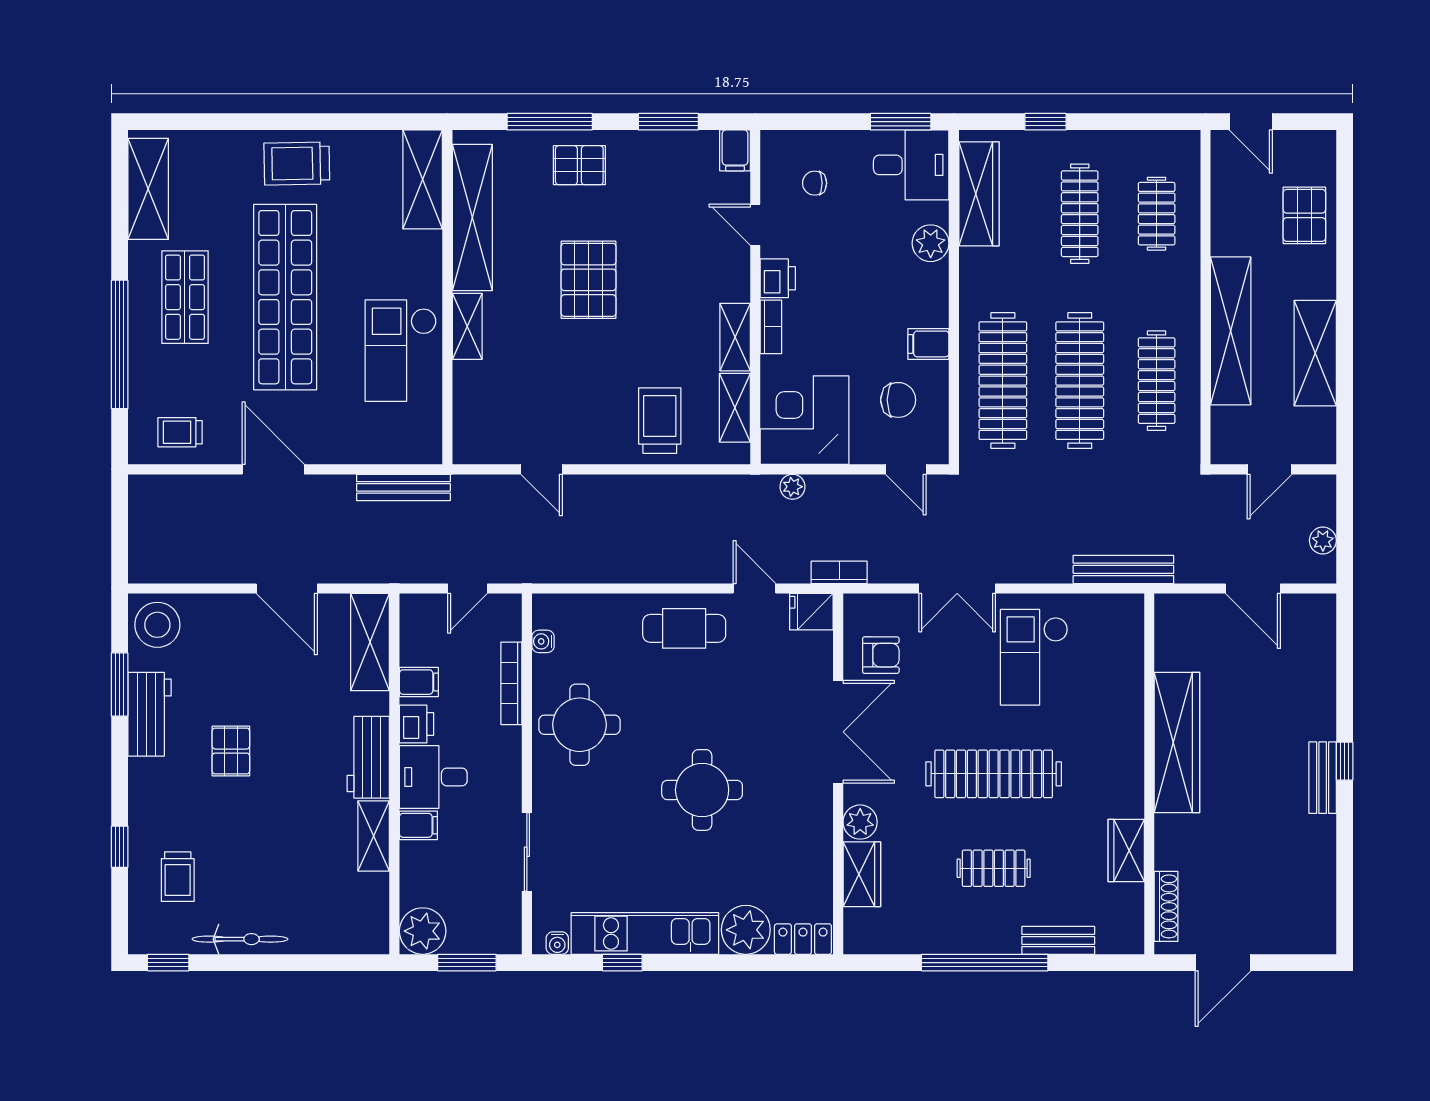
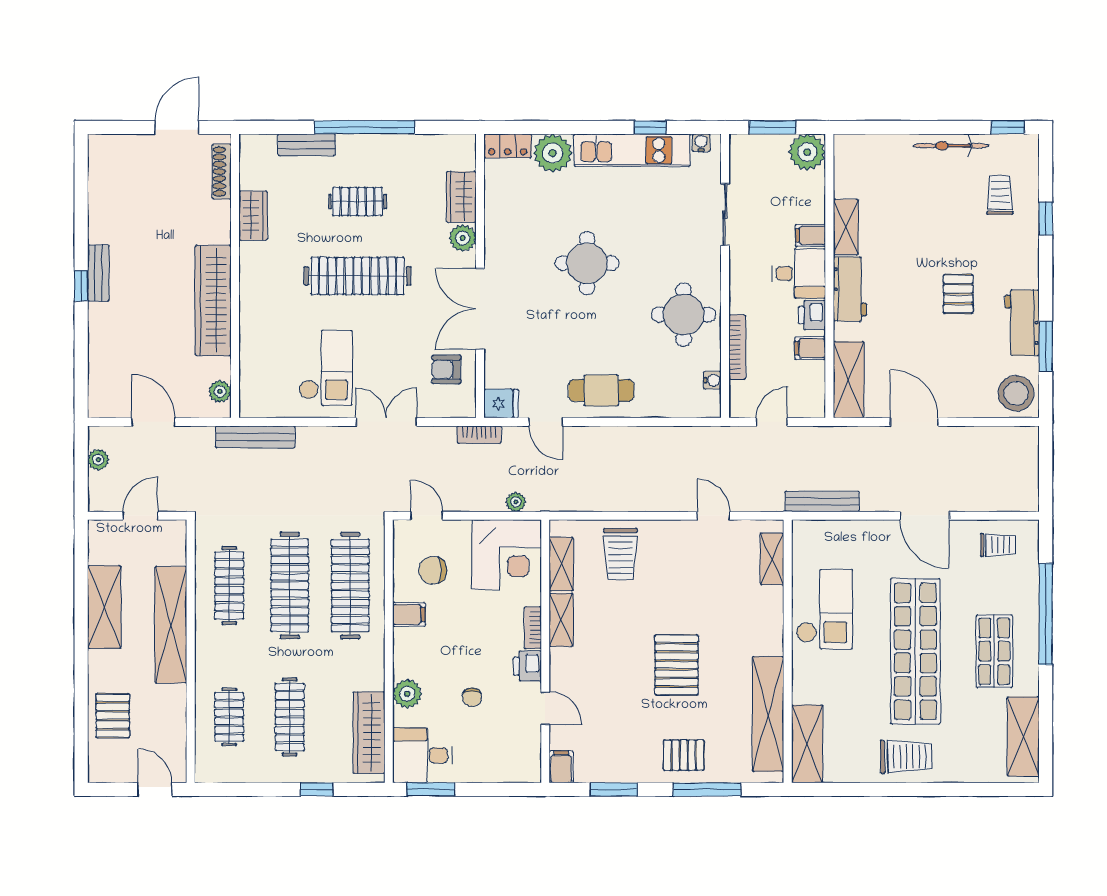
chair: (815, 183) -> (472, 697), moved, turned 90
shelving: (467, 326) -> (772, 559), moved
plant: (1168, 627) -> (220, 391), added

